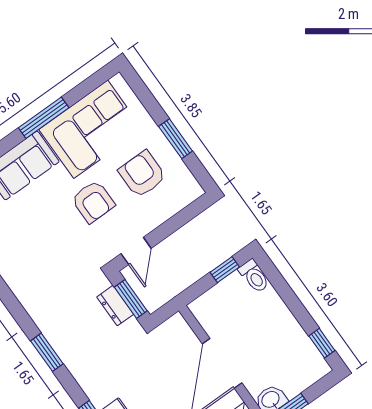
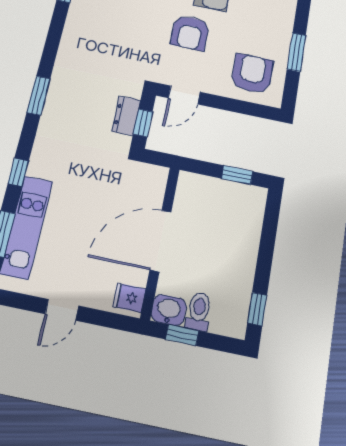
armchair: (142, 174) -> (252, 74), moved
toilet: (254, 276) -> (199, 312), moved, turned 180
window: (131, 299) -> (143, 123), width x0.67

